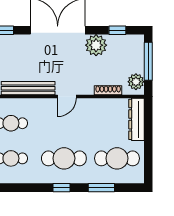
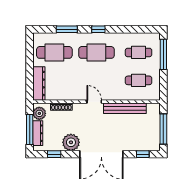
dresser: (138, 57) -> (38, 133), added
door: (67, 96) -> (94, 102), hinge flipped

